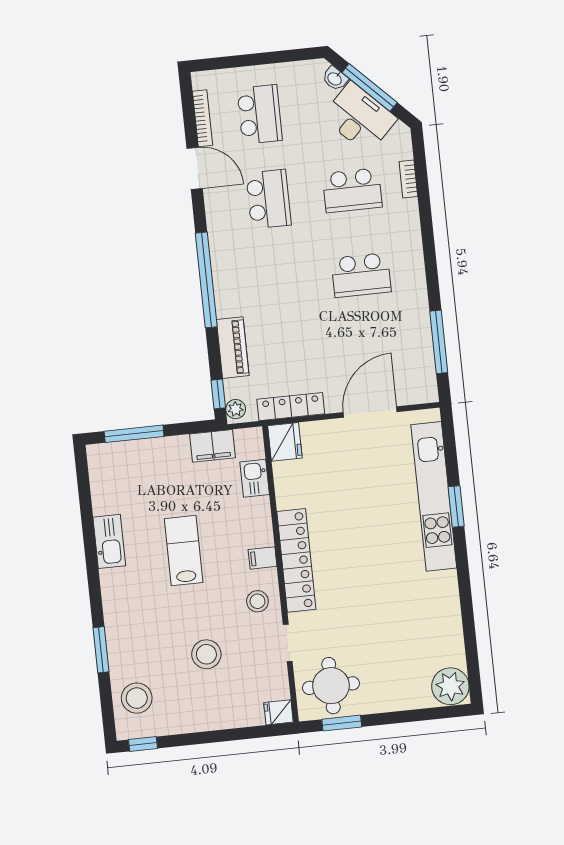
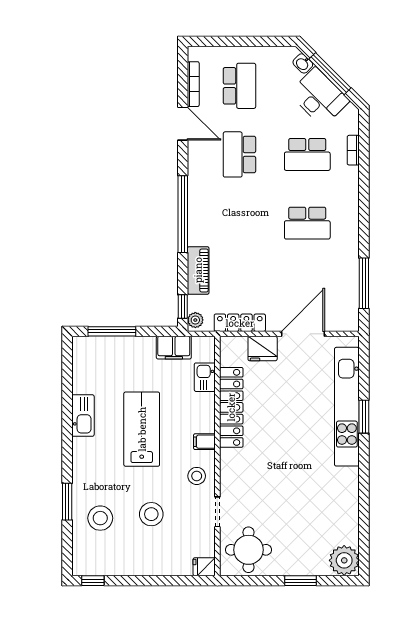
school desk: (269, 199) -> (239, 154), turned 180
fridge: (285, 442) -> (263, 348), moved, turned 90
lab bench: (184, 551) -> (142, 429), width x1.36, depth x1.39
locker: (296, 560) -> (231, 407), moved
stool: (137, 698) -> (100, 518), moved
window: (342, 723) -> (300, 581), moved

